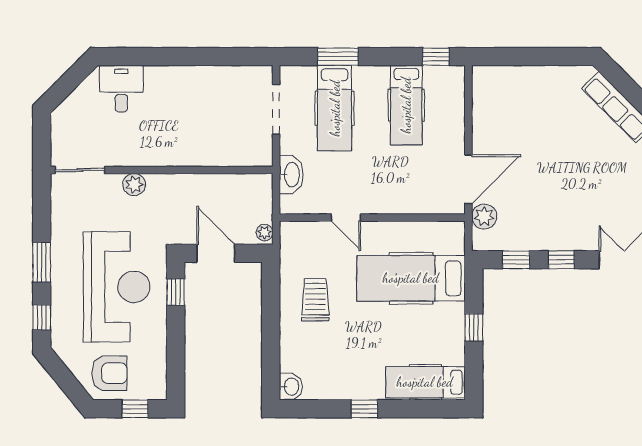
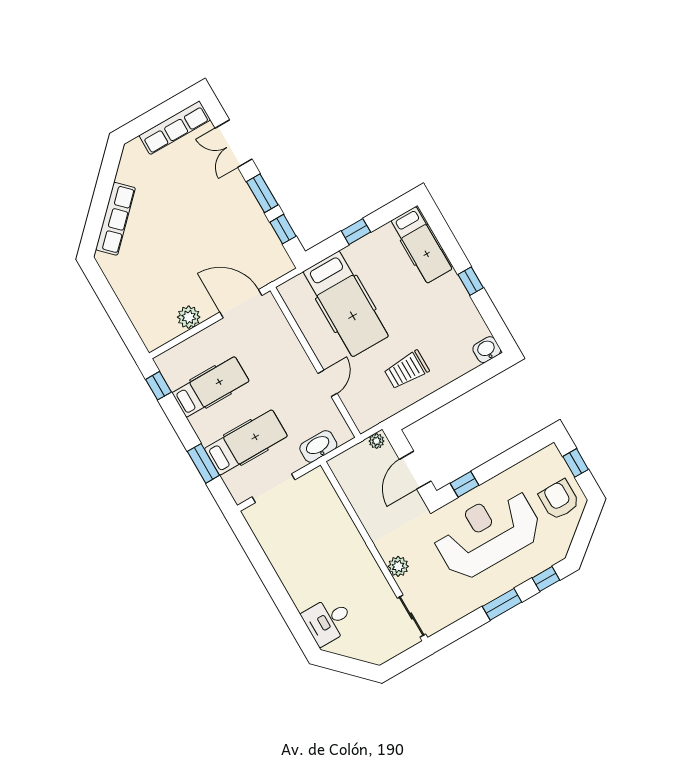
plant: (484, 217) -> (189, 317), moved
window: (561, 260) -> (262, 193), width x1.50

